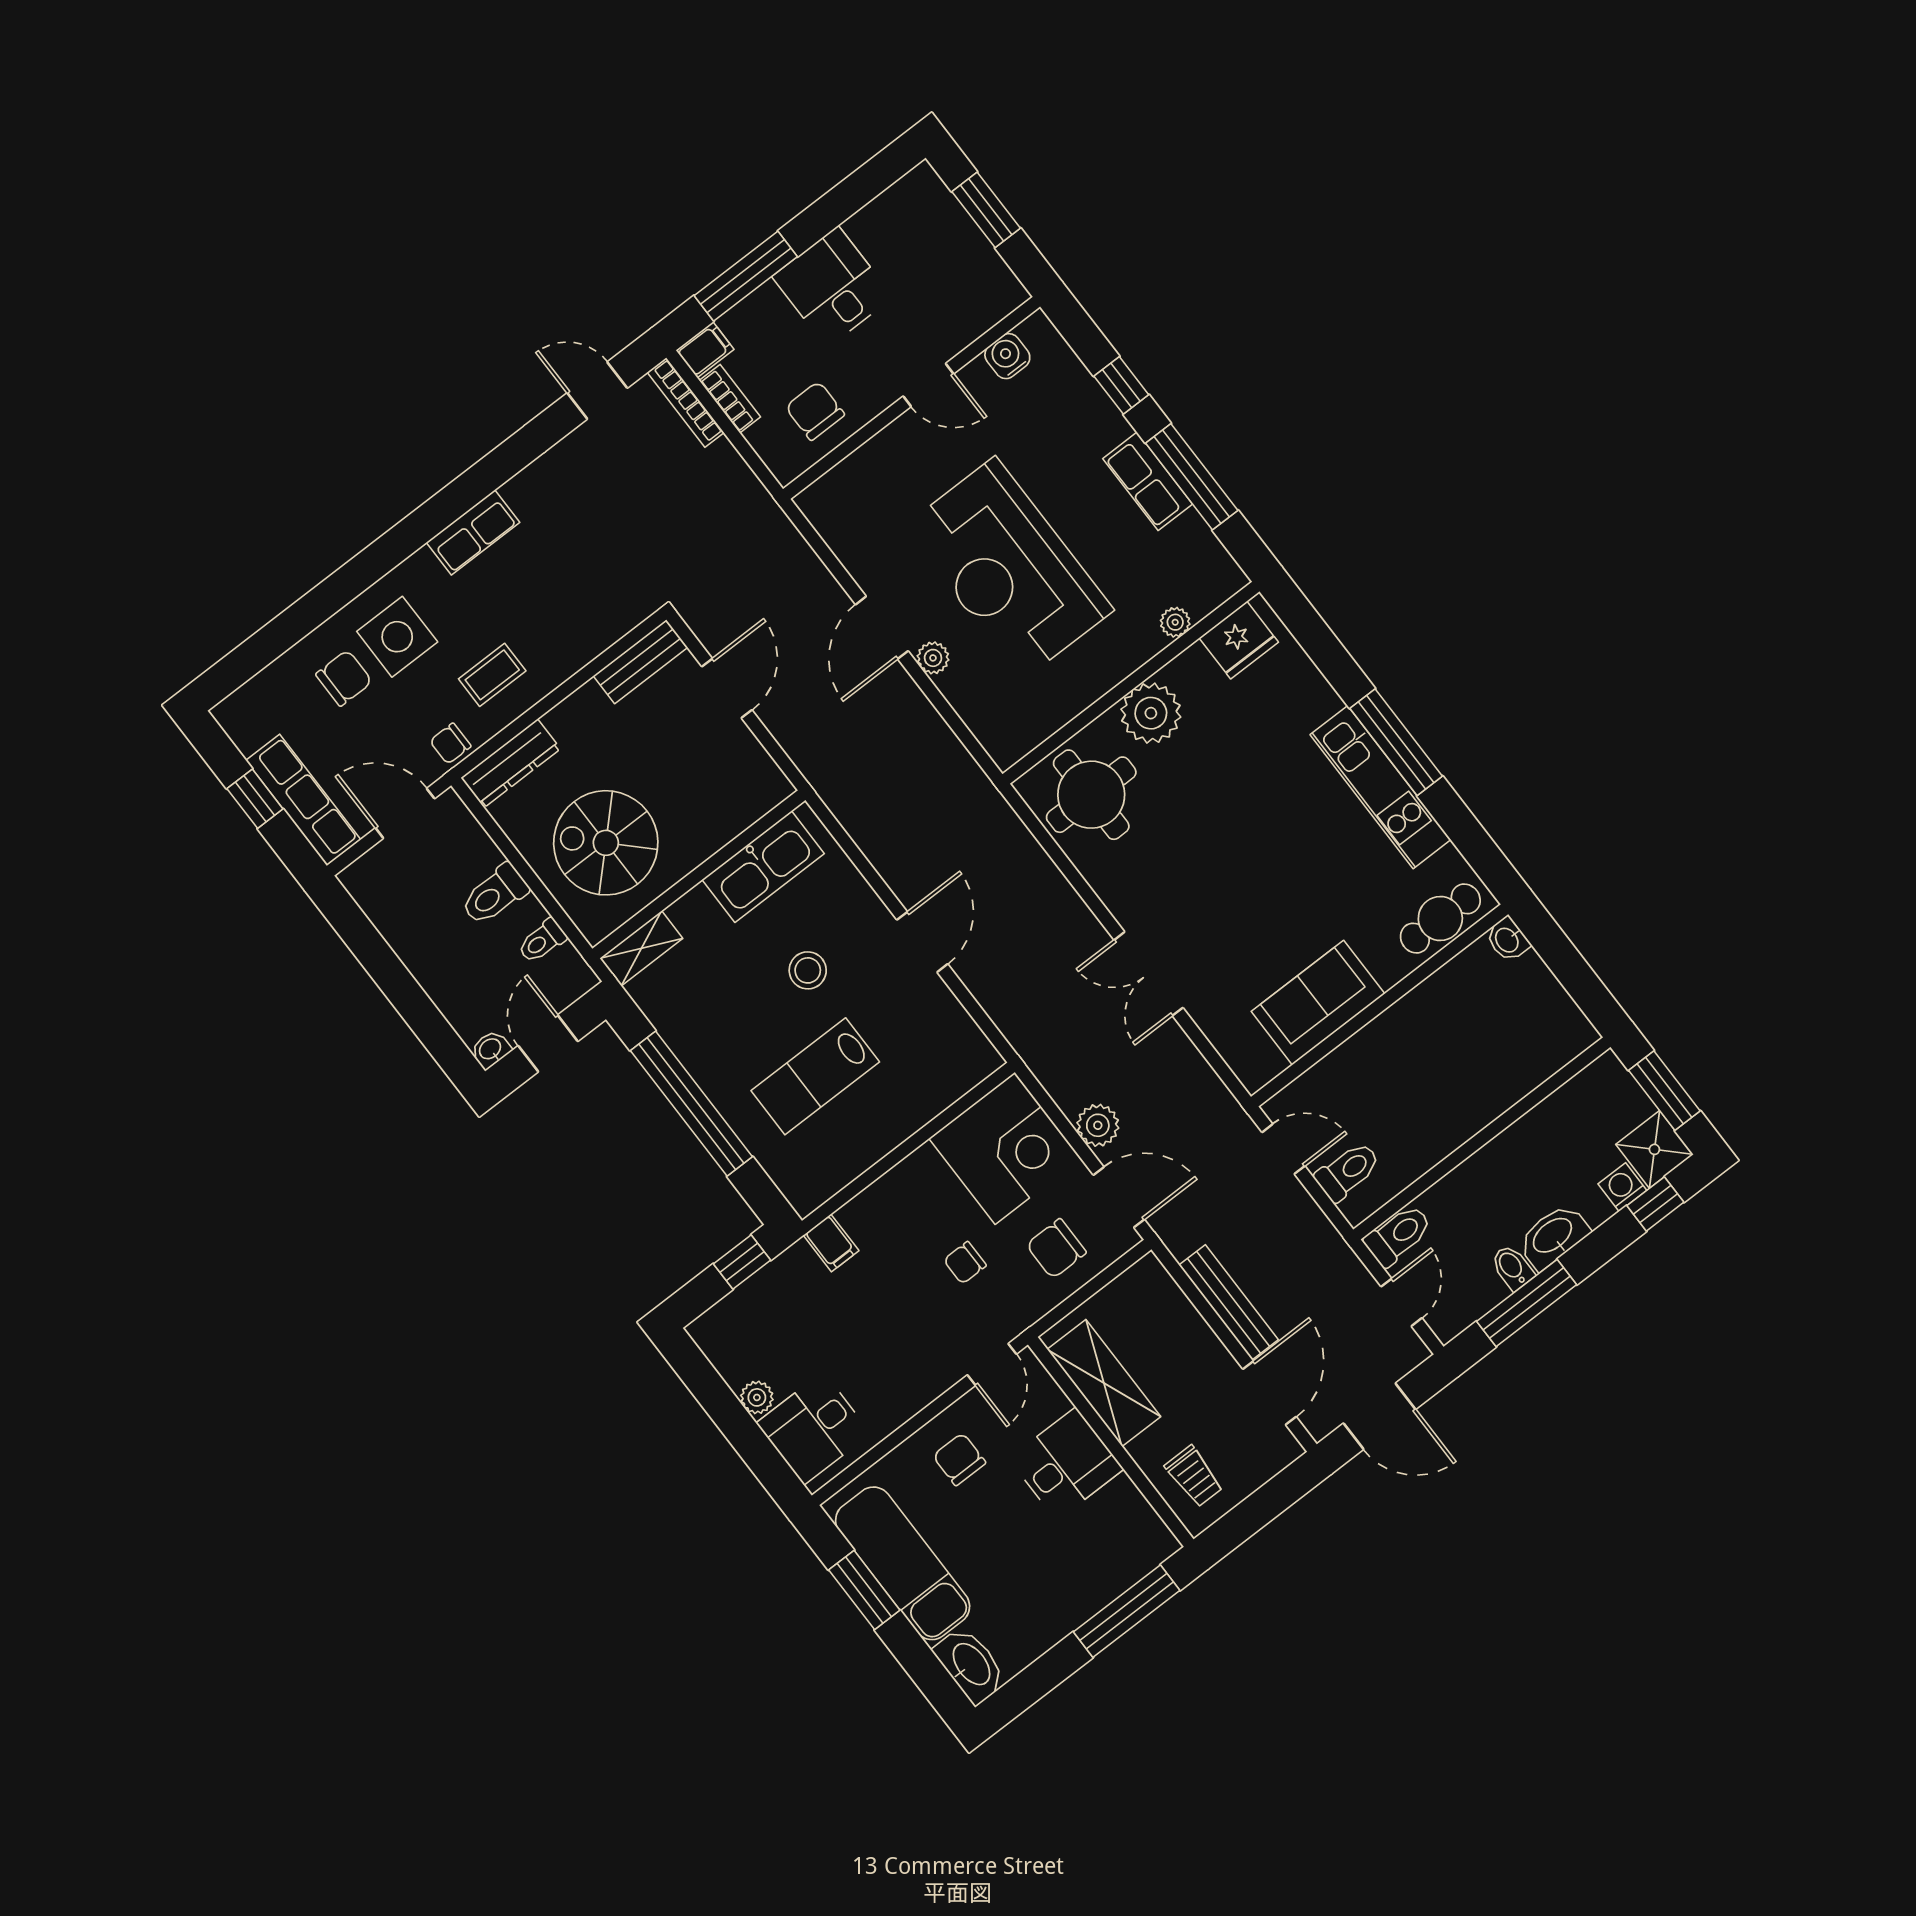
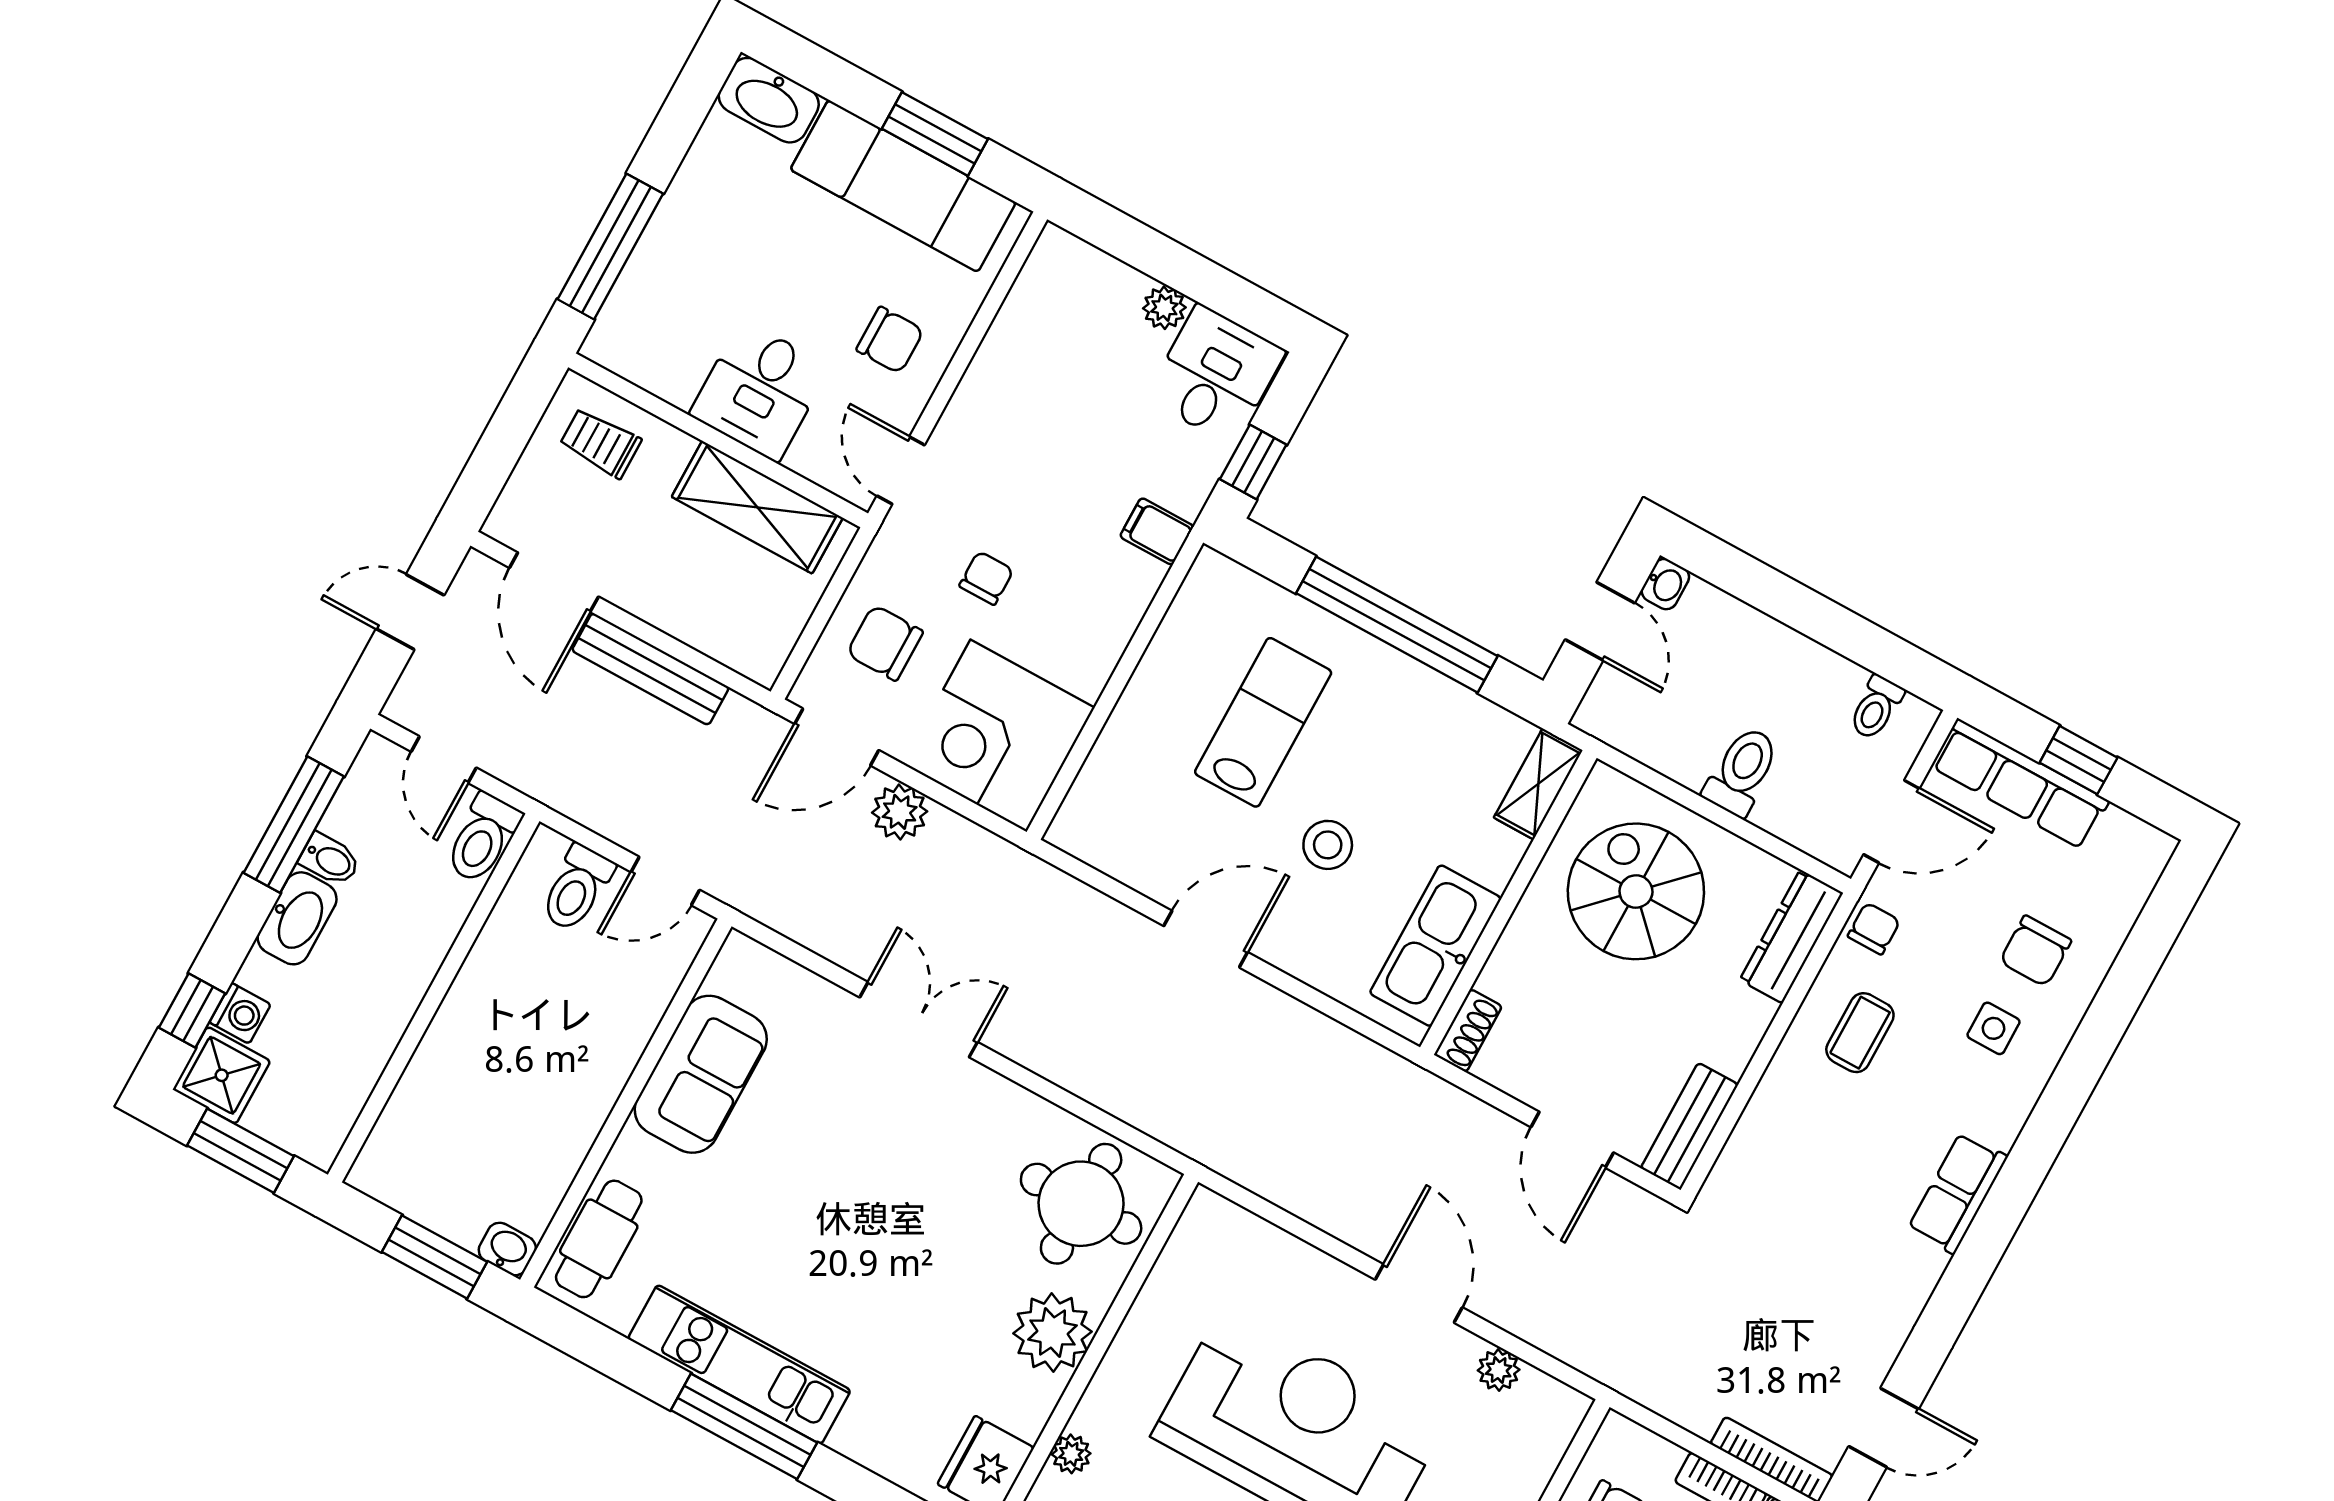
side table: (397, 637) -> (1993, 1028), width x0.54, depth x0.54
plant: (933, 658) -> (1499, 1370), moved
shoe rack: (766, 797) -> (1468, 1031), added
spiral stairs: (606, 843) -> (1636, 891), turned -90
toilet: (542, 941) -> (1876, 707), moved, turned 180
door: (922, 942) -> (1206, 939), swing flipped
window: (1561, 956) -> (434, 1257), added
chair: (1056, 1249) -> (885, 643), turned -90
door: (1380, 1416) -> (410, 612), width x0.73
desk: (814, 1428) -> (1216, 375), moved

